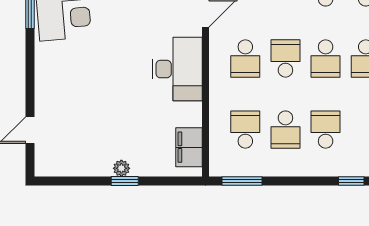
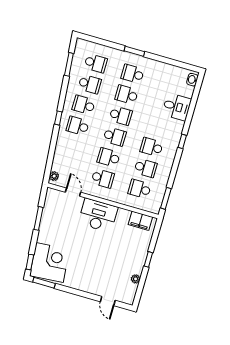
plant: (121, 168) -> (136, 279), moved

